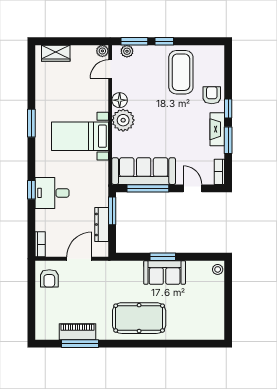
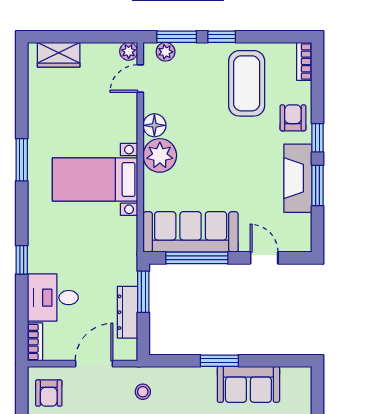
fireplace: (217, 129) -> (298, 178), width x1.37, depth x1.32
bookcase: (219, 172) -> (304, 61), moved
desk: (52, 193) -> (53, 298), moved
stool: (218, 269) -> (143, 392), moved
sofa: (165, 273) -> (248, 384), moved

